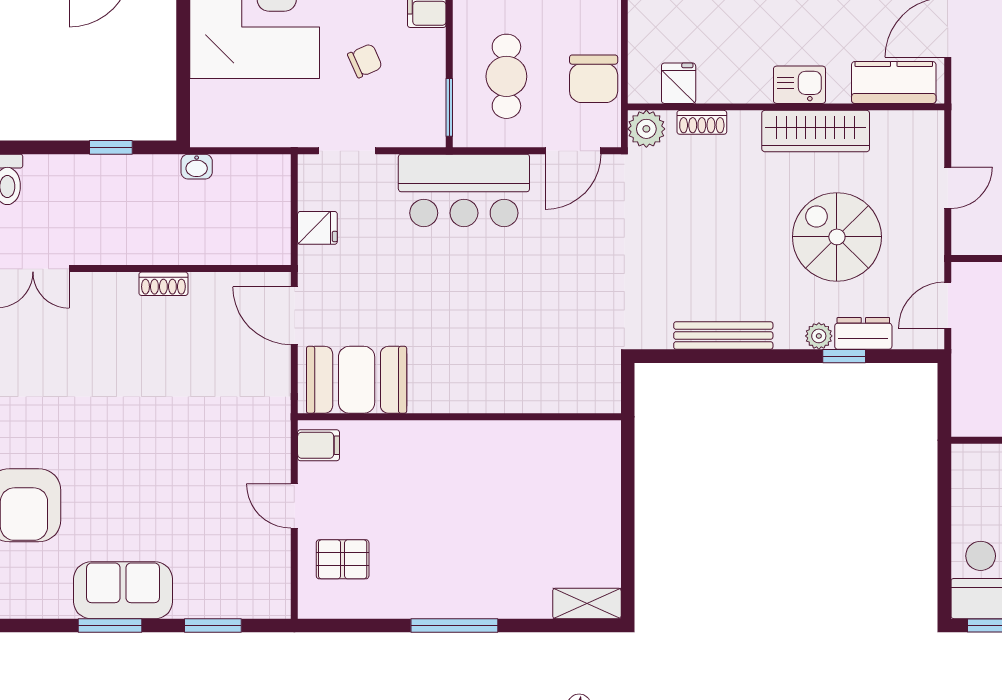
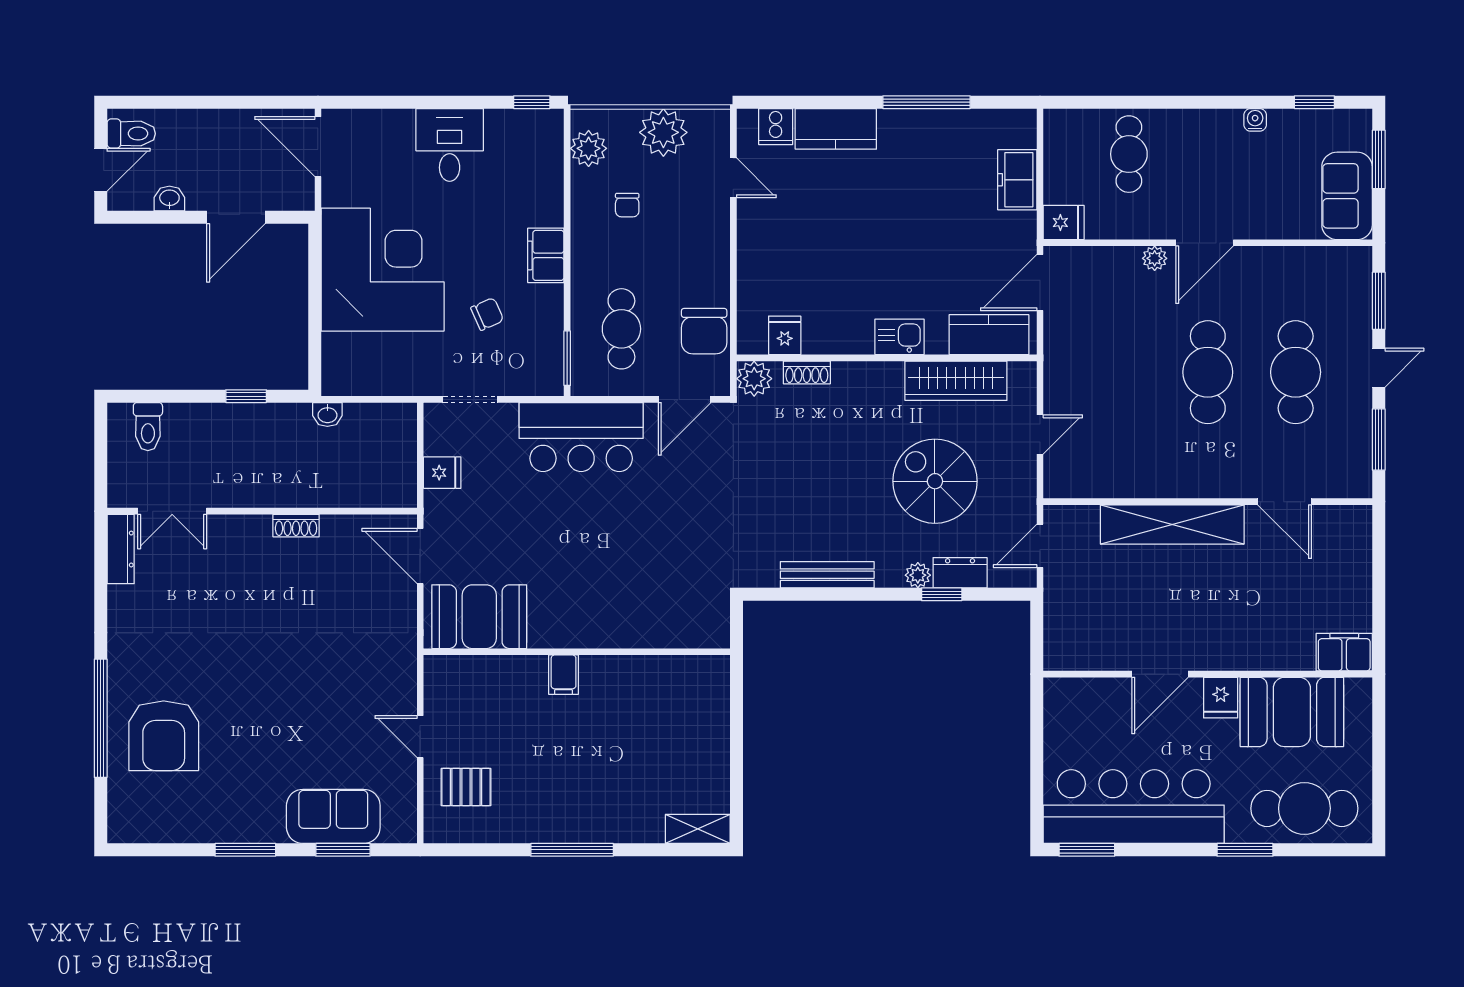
wardrobe: (816, 131) -> (956, 381), moved
filing cabinet: (319, 445) -> (564, 675), moved, turned 90
sofa: (123, 590) -> (333, 816), moved

